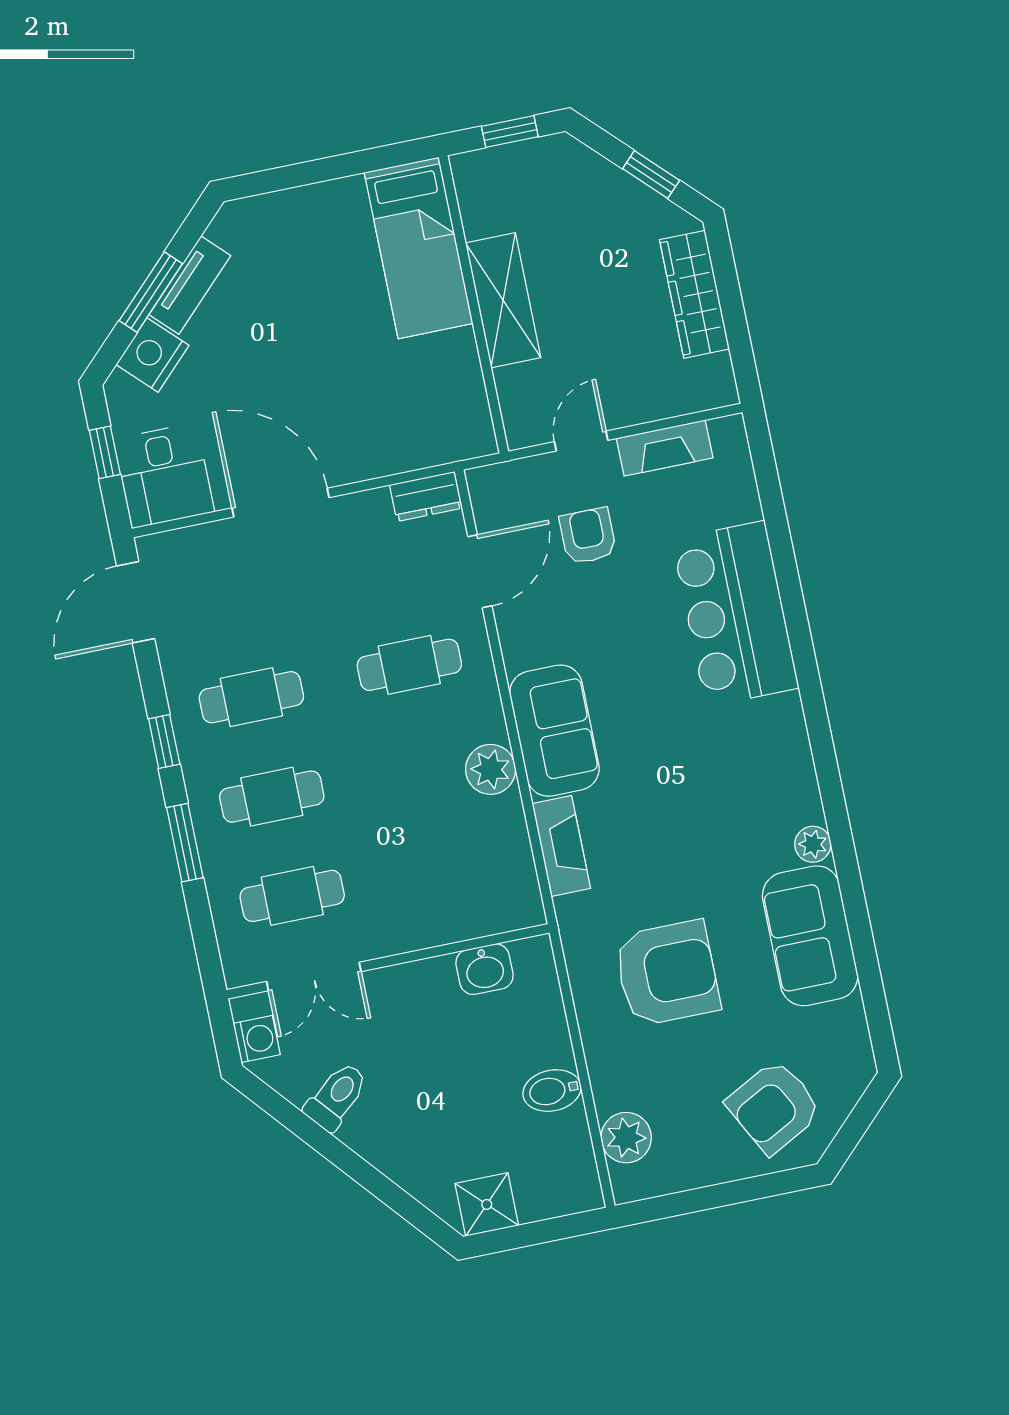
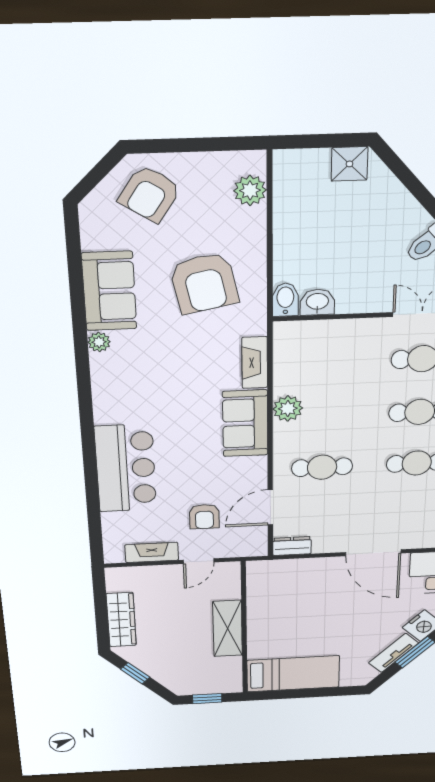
bed: (419, 248) -> (293, 674), moved, turned 90
armchair: (667, 973) -> (204, 283), turned -102
bidet: (552, 1091) -> (285, 300), moved, turned -90
armchair: (774, 1107) -> (150, 194), turned 151

